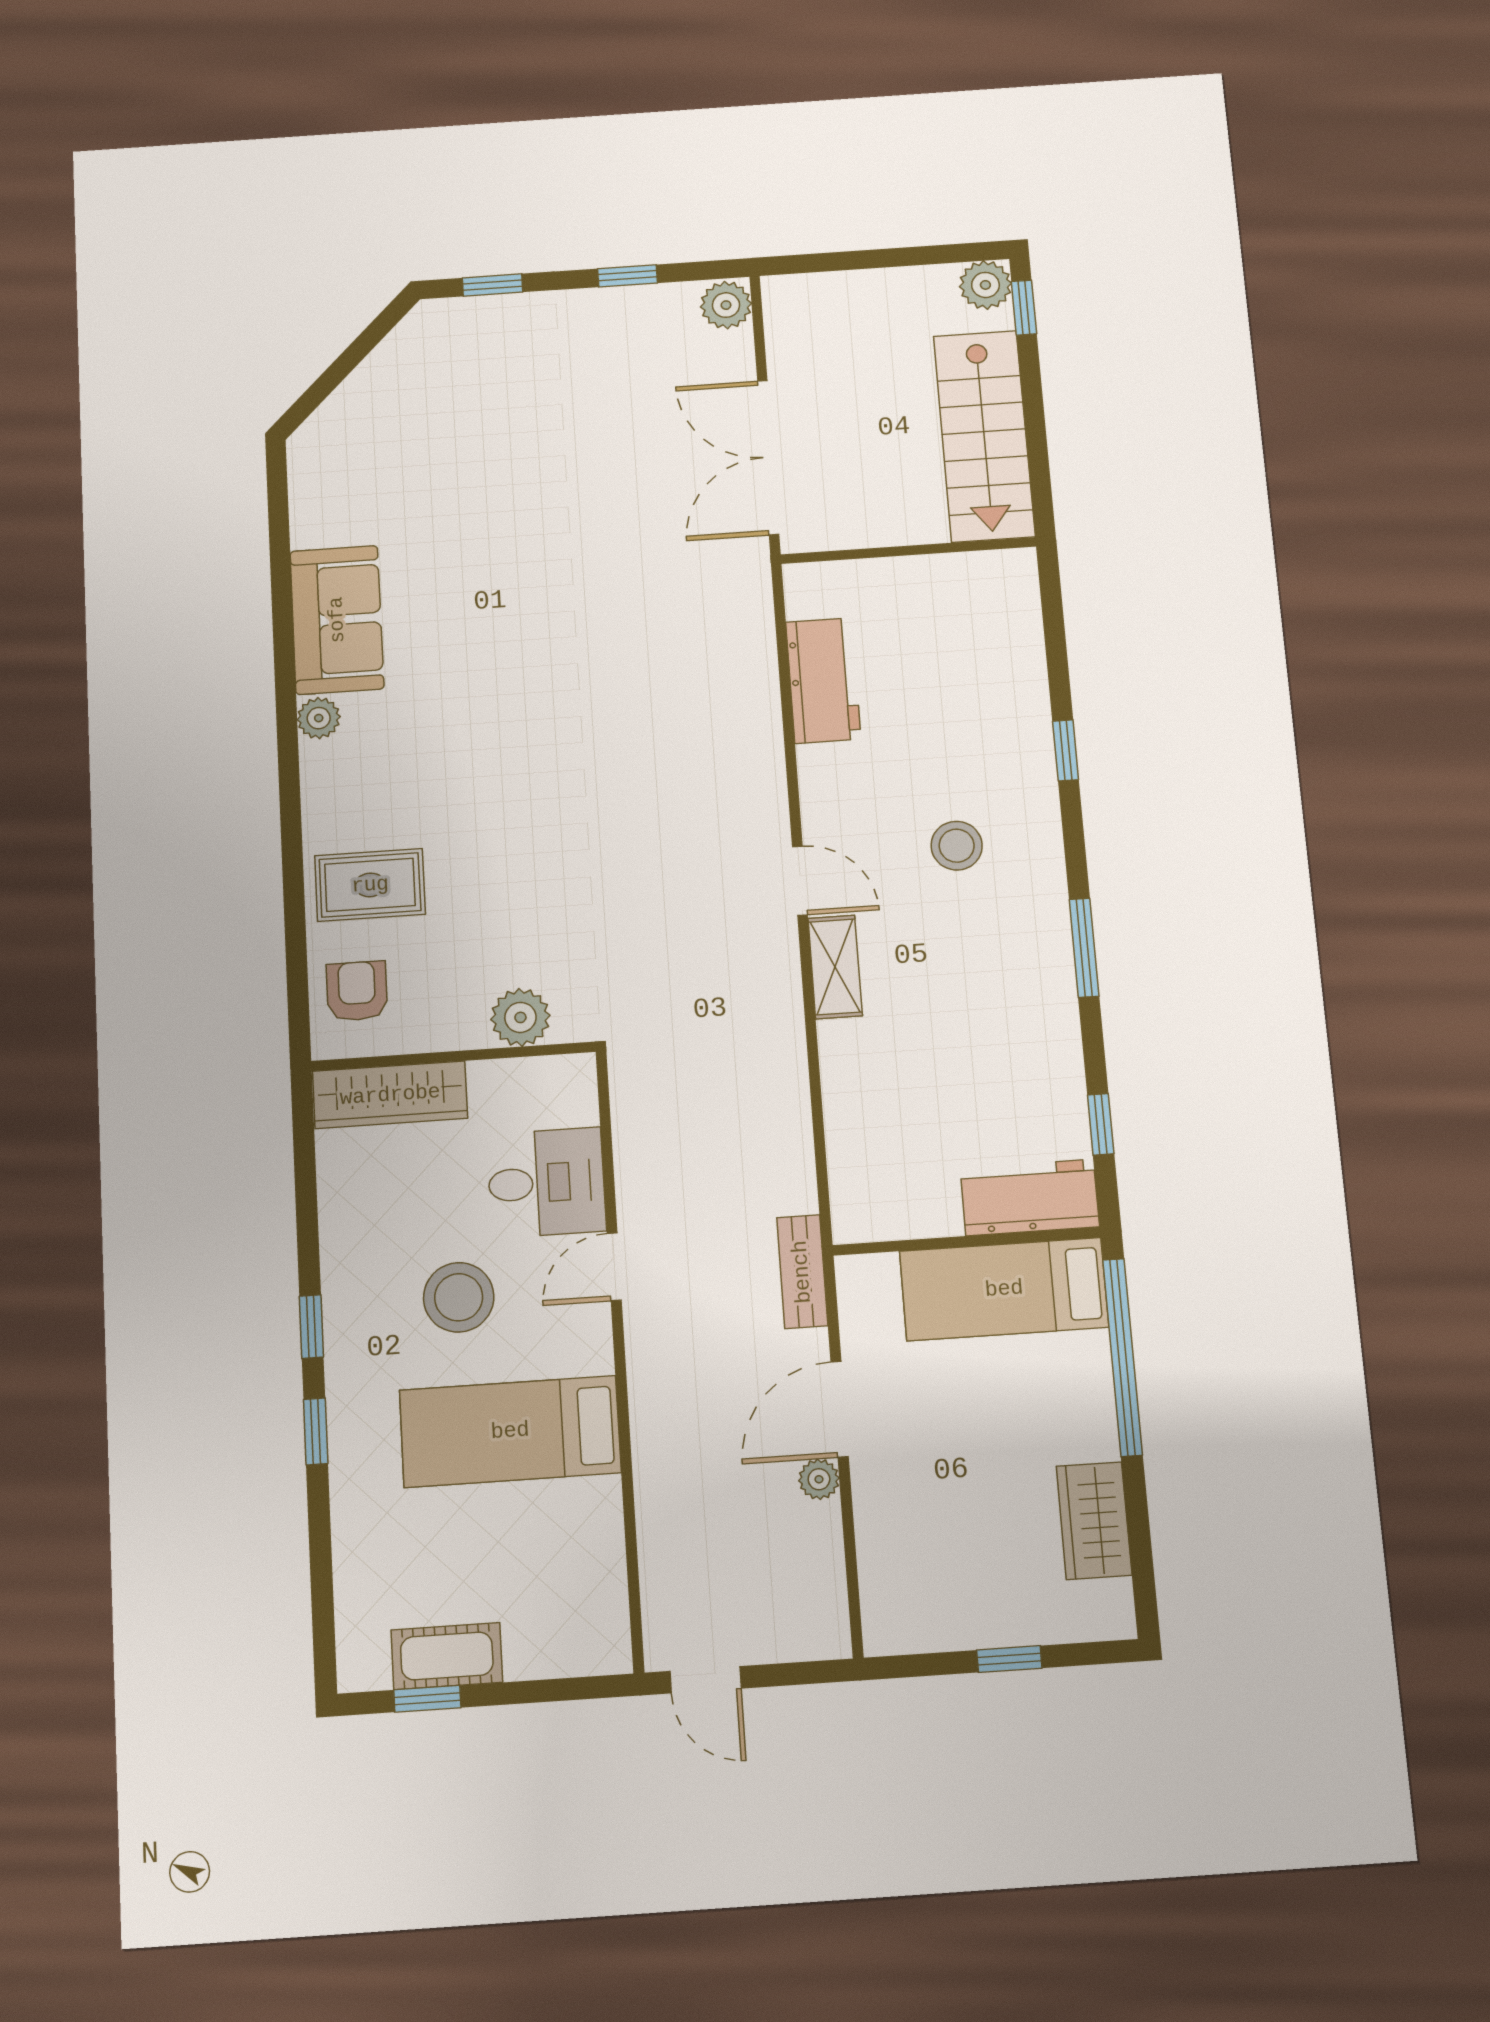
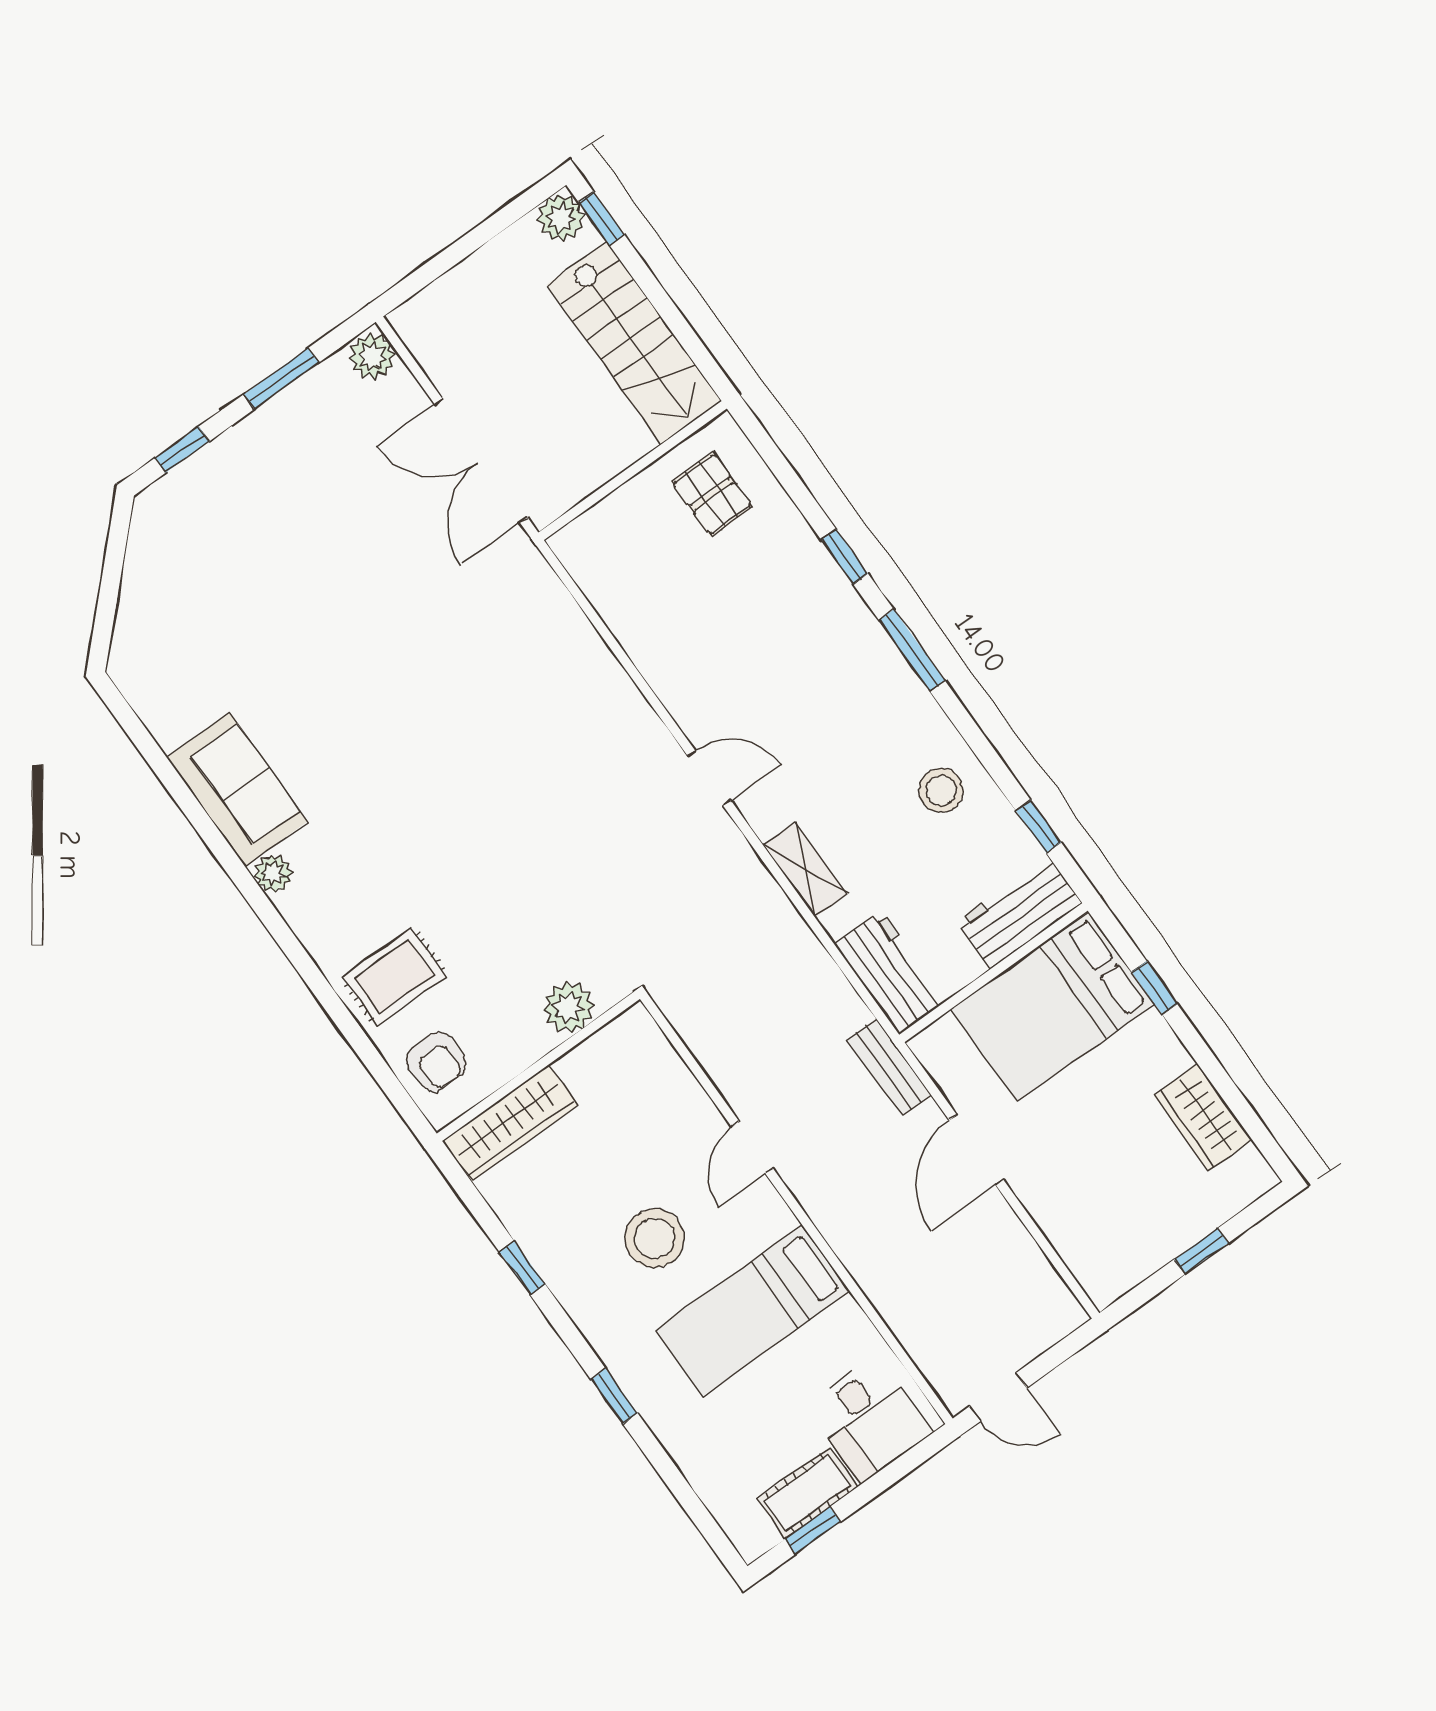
window: (628, 276) -> (281, 378), width x1.50
pallet: (972, 617) -> (712, 494), added
workbench: (823, 680) -> (890, 972), moved
stool: (957, 846) -> (941, 790), moved
window: (1084, 948) -> (912, 650), moved
shelving: (835, 967) -> (805, 870), moved
armchair: (357, 991) -> (436, 1062), turned 180
desk: (546, 1183) -> (869, 1419), moved, turned 90
bed: (1004, 1289) -> (1052, 1006), width x1.50
window: (311, 1327) -> (522, 1268), moved
window: (1123, 1357) -> (1154, 988), width x0.32
plant: (819, 1479) -> (992, 1208), removed

